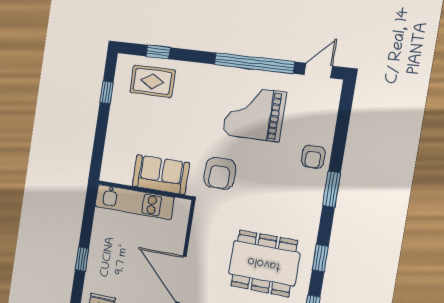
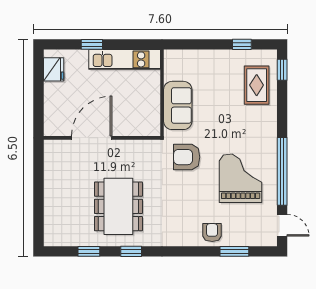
window: (158, 52) -> (282, 70), moved
armchair: (313, 157) -> (212, 233), turned 90
window: (332, 189) -> (234, 251), moved
kitchen unit: (134, 202) -> (125, 59), moved, turned -90

